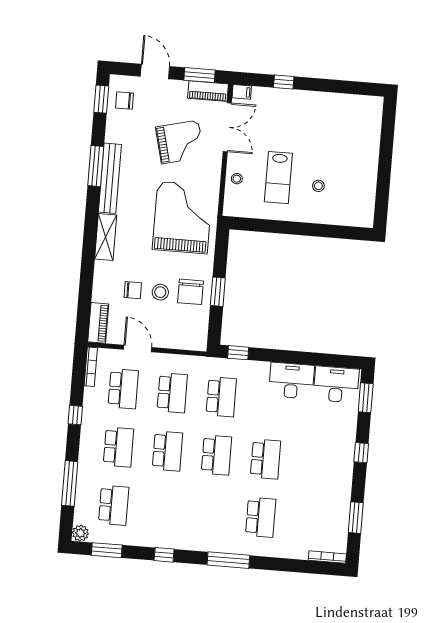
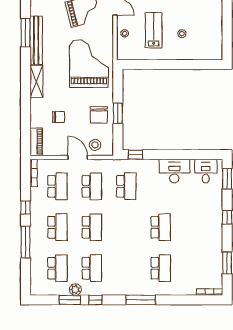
lab bench: (278, 178) -> (154, 30), turned 180
stool: (160, 292) -> (95, 145), moved
door: (138, 348) -> (78, 157), moved
desk: (336, 384) -> (206, 171), width x0.73
school desk: (216, 455) -> (92, 268), moved
window: (70, 483) -> (26, 242), moved
plant: (80, 533) -> (75, 290), moved
window: (107, 550) -> (70, 300), moved

